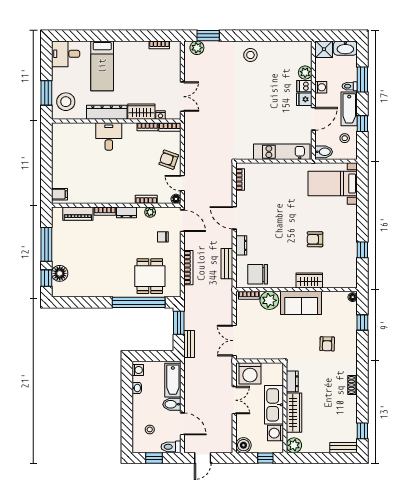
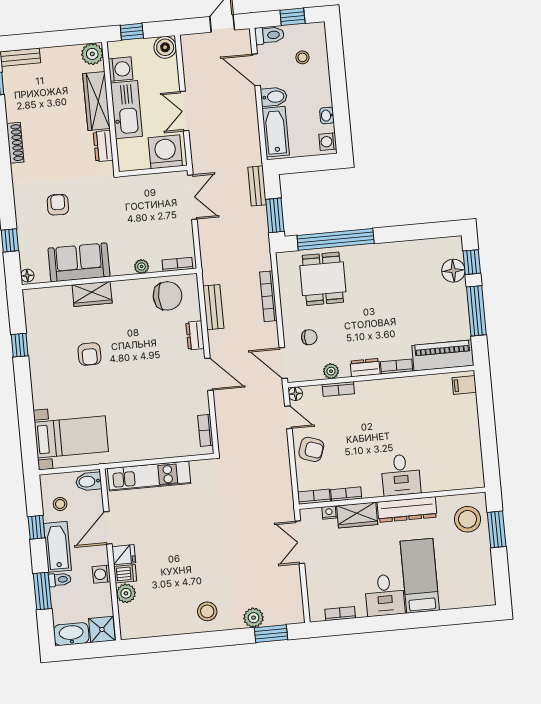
plant: (197, 48) -> (254, 618), moved
desk: (66, 54) -> (385, 595), moved, turned 90
piano: (78, 214) -> (443, 355), width x1.37, depth x1.33
armchair: (315, 239) -> (89, 354), turned 90
plant: (269, 300) -> (142, 267), width x0.53, depth x0.53
sofa: (301, 303) -> (79, 262), moved
shoe rack: (353, 385) -> (15, 143), width x1.43

